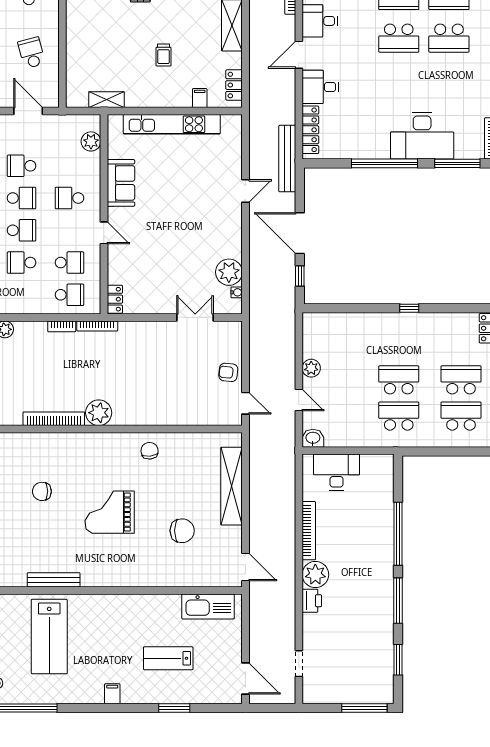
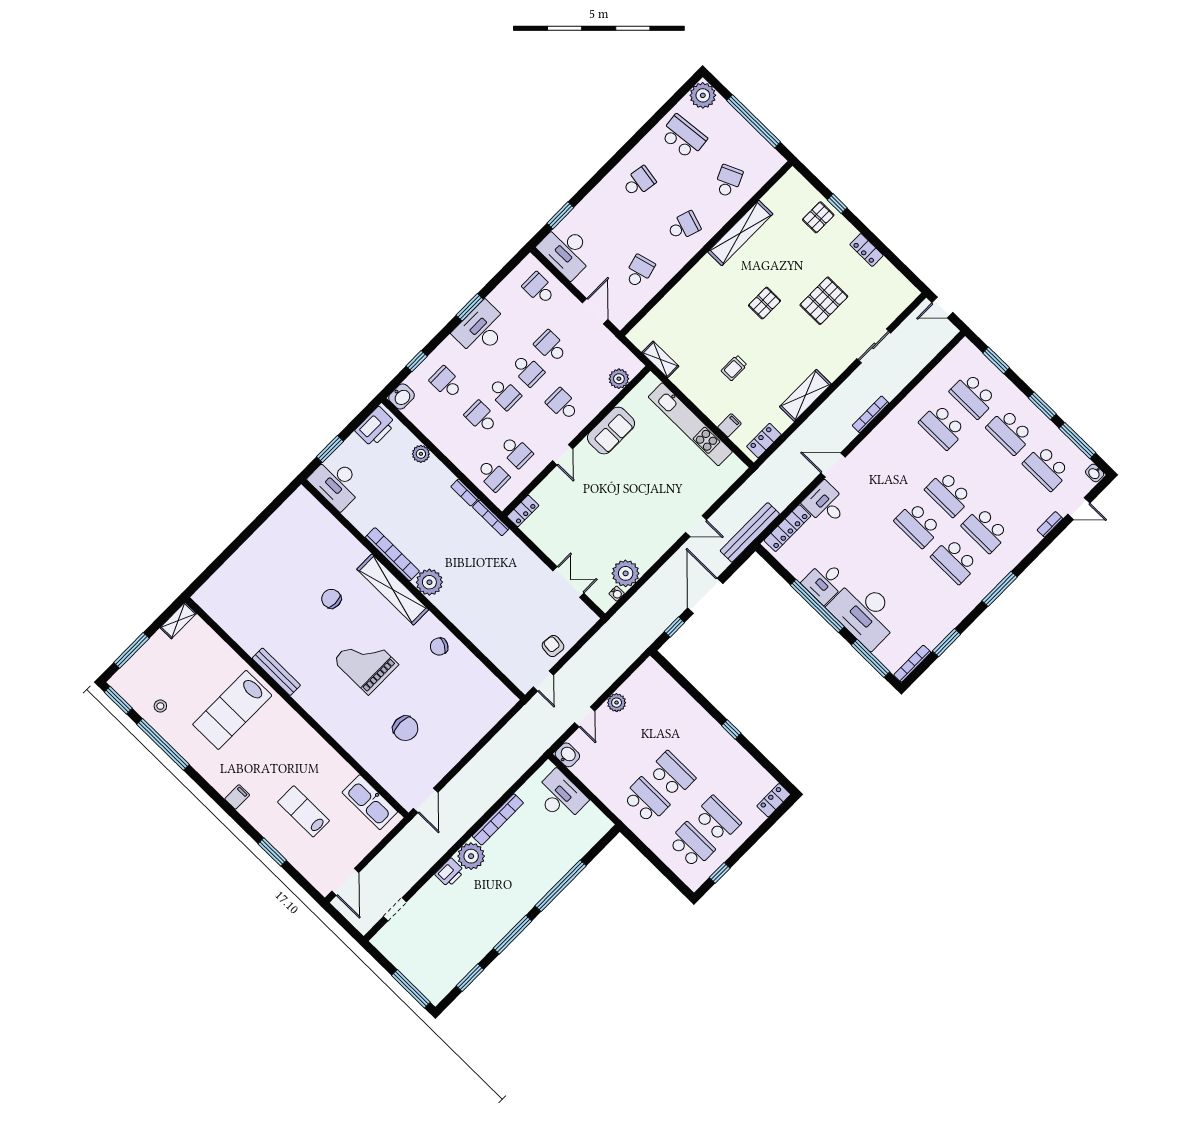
desk: (320, 21) -> (825, 582), moved, turned -90
chair: (150, 451) -> (439, 647), turned -146
shelving: (232, 486) -> (393, 589), moved, turned 90

